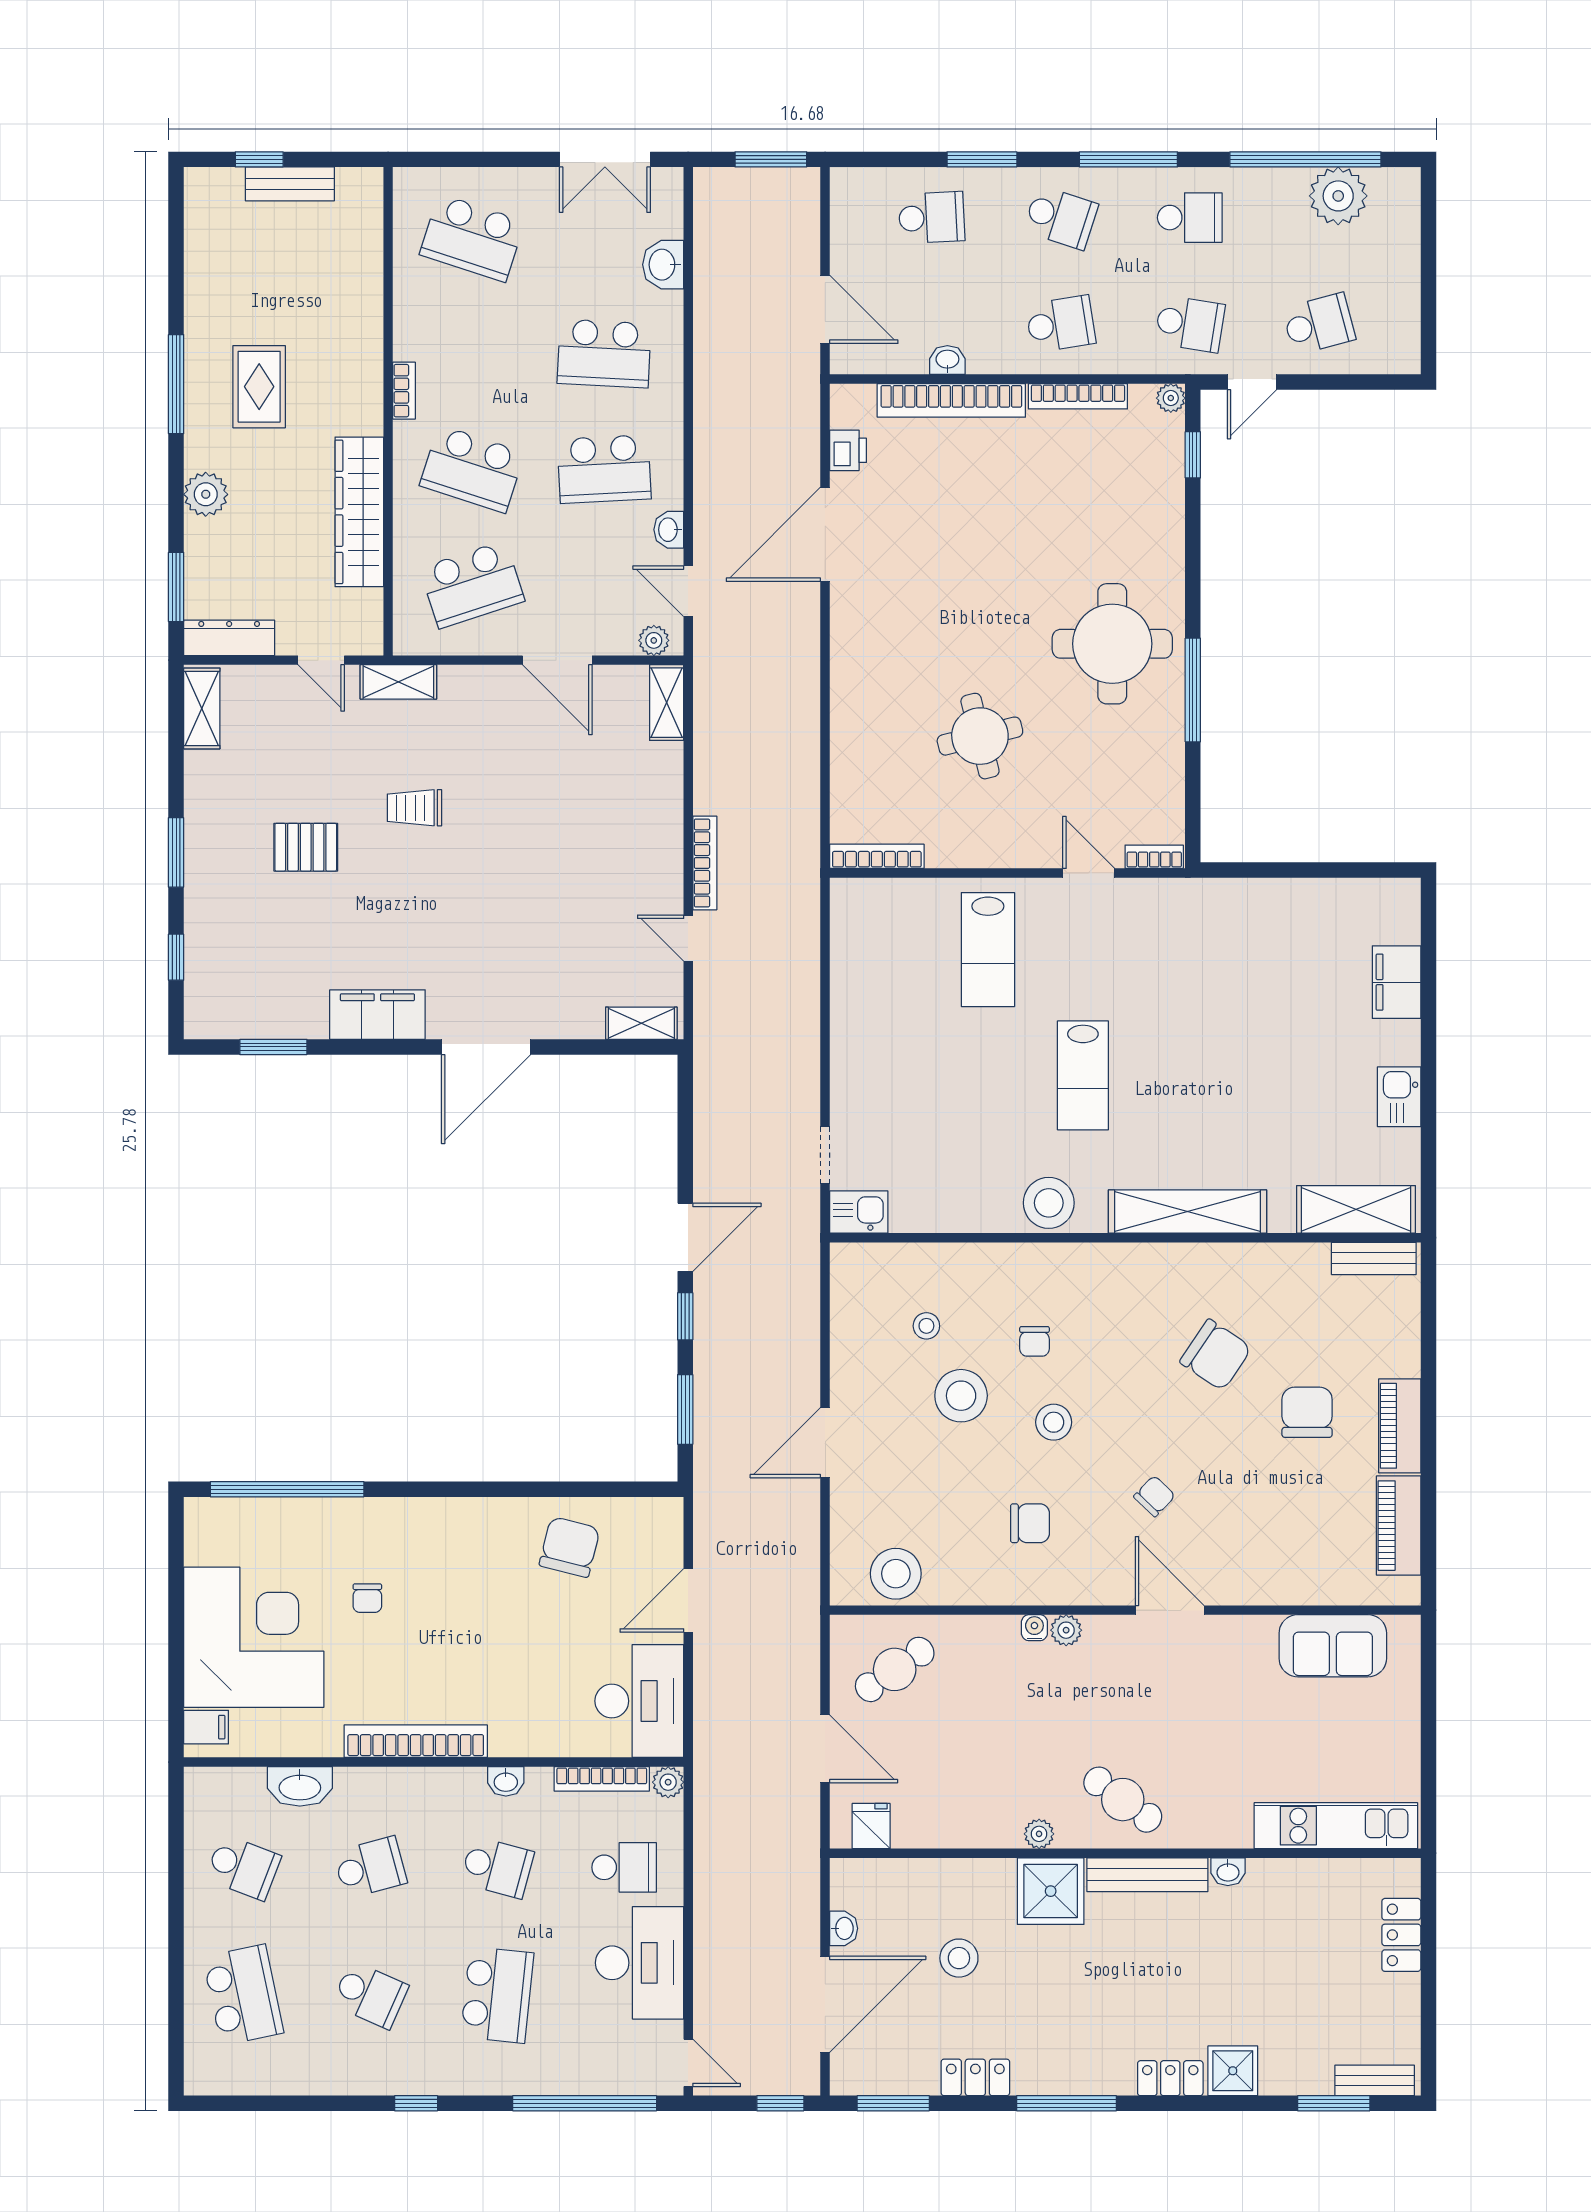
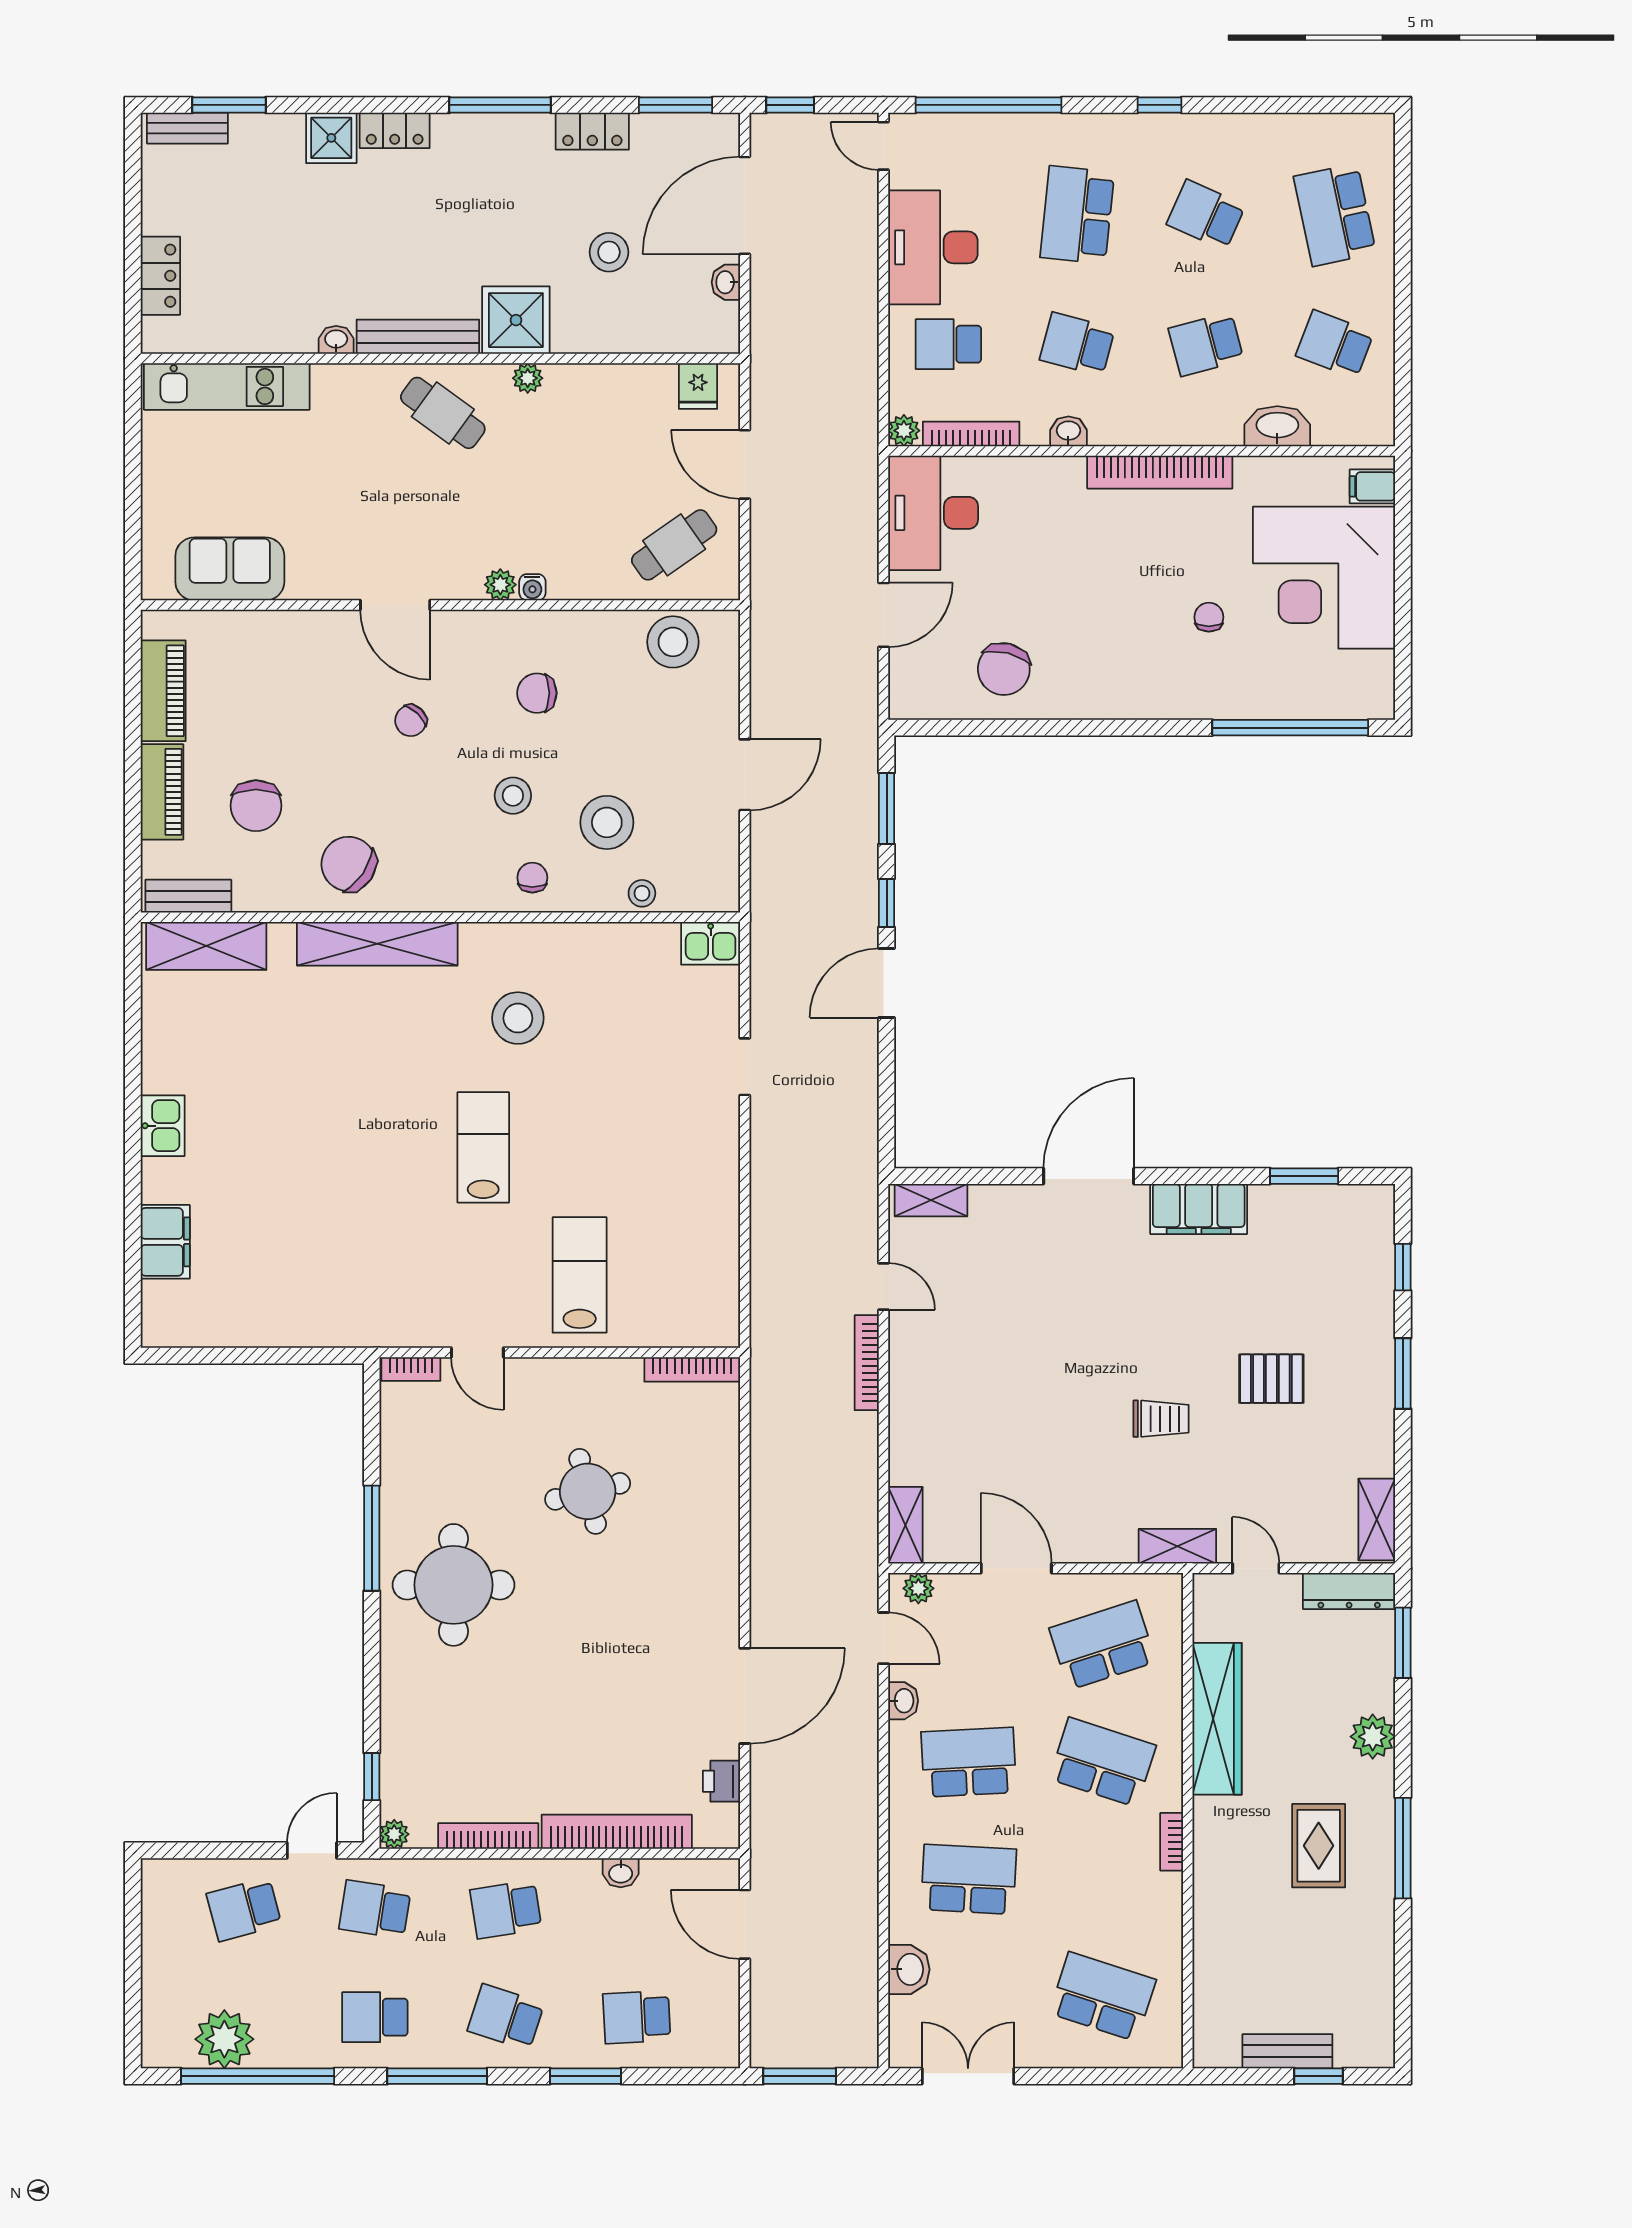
shelving: (1356, 1209) -> (206, 946), moved
kitchen sink: (859, 1212) -> (711, 943), moved
shelving: (1187, 1212) -> (377, 944), moved
wall: (1125, 1238) -> (440, 917), moved
bench: (1374, 1258) -> (188, 896), moved

